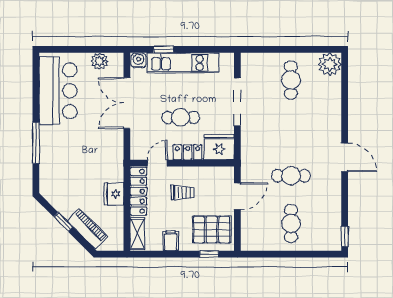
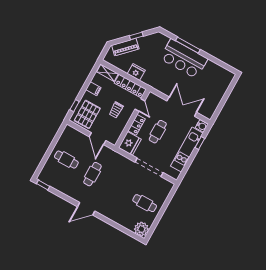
plant: (100, 61) -> (213, 104), removed
bar counter: (58, 91) -> (184, 59), moved

